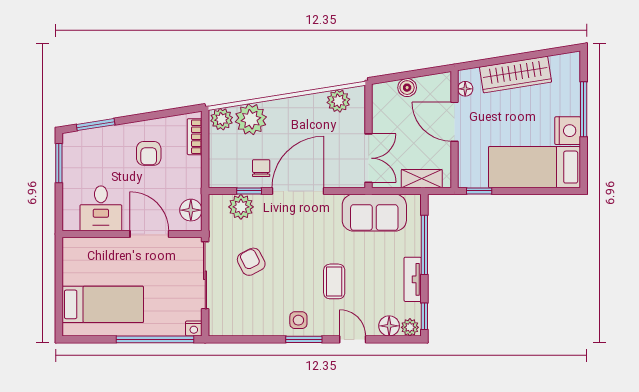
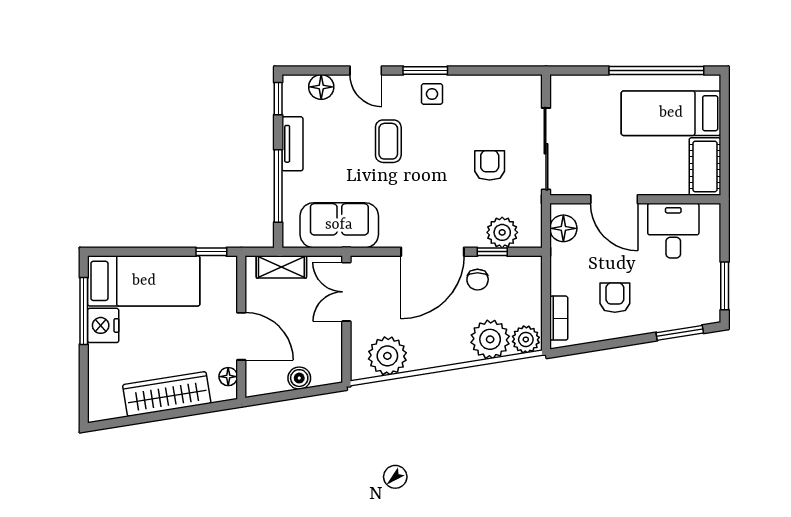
plant: (338, 101) -> (387, 356), width x1.36, depth x1.36
window: (584, 109) -> (84, 311), moved
cot: (75, 261) -> (705, 166), added
armchair: (251, 262) -> (490, 165), turned -153
plant: (410, 327) -> (296, 85), removed
nightstand: (194, 328) -> (560, 84), removed
window: (155, 339) -> (656, 70), moved

